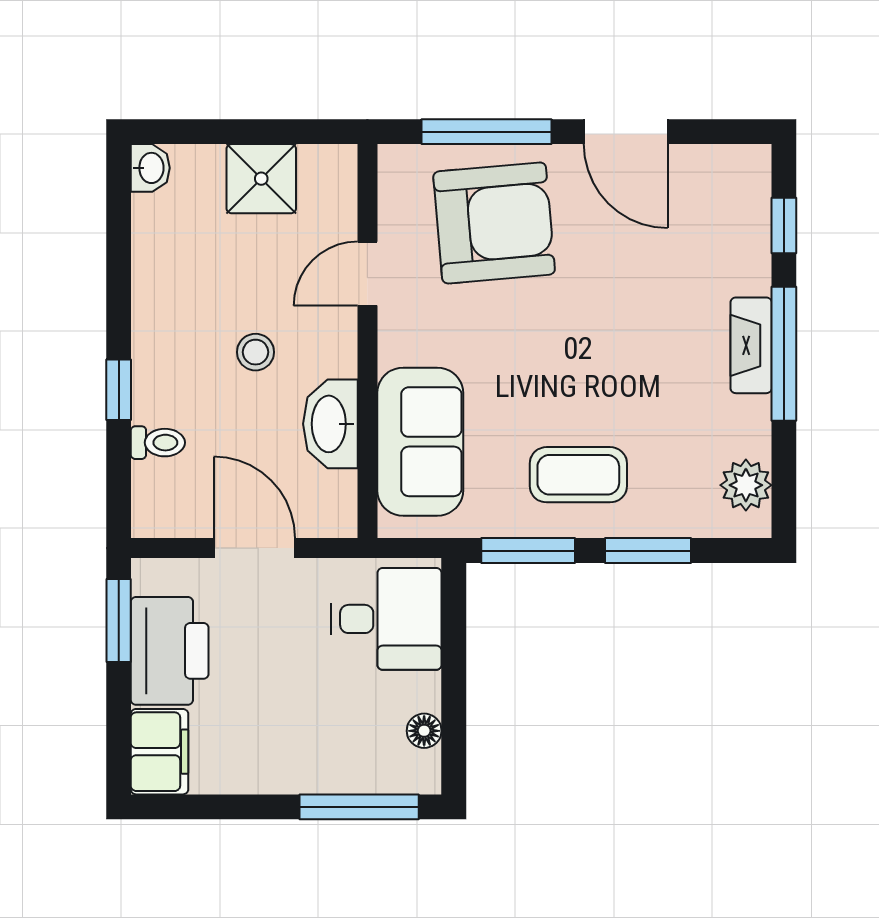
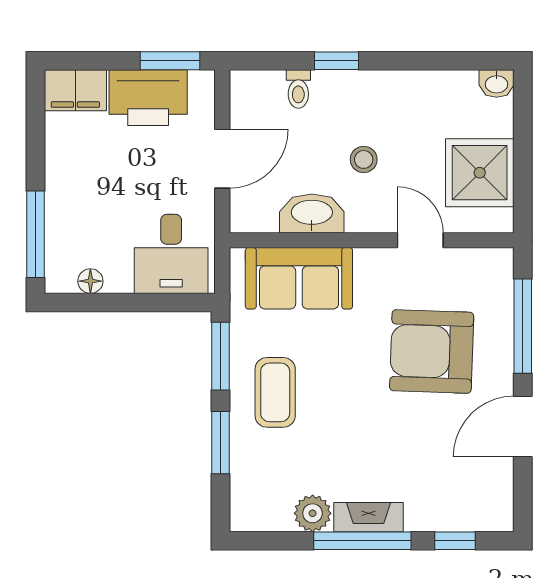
shower: (261, 179) -> (480, 173), width x1.36, depth x1.36
armchair: (494, 223) -> (432, 351), moved, turned 97
plant: (746, 485) -> (313, 513), moved

